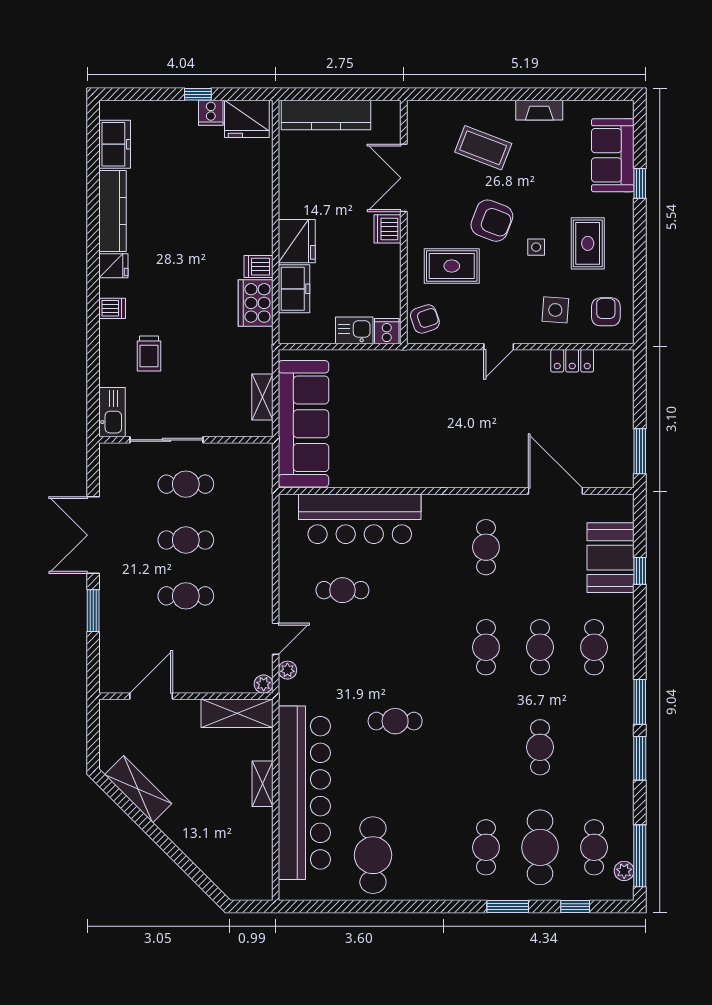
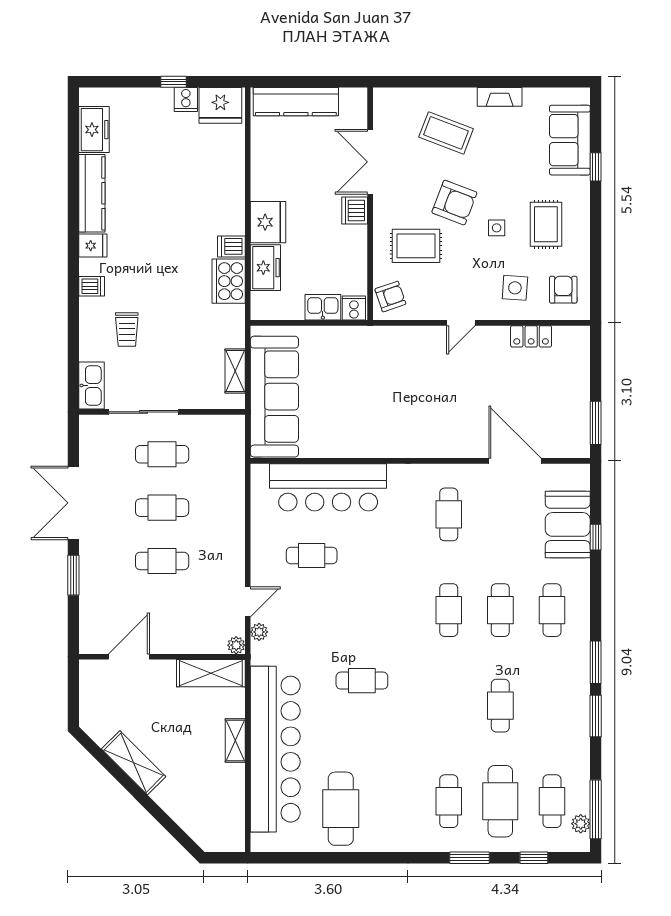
shelving: (138, 789) -> (134, 763), moved

